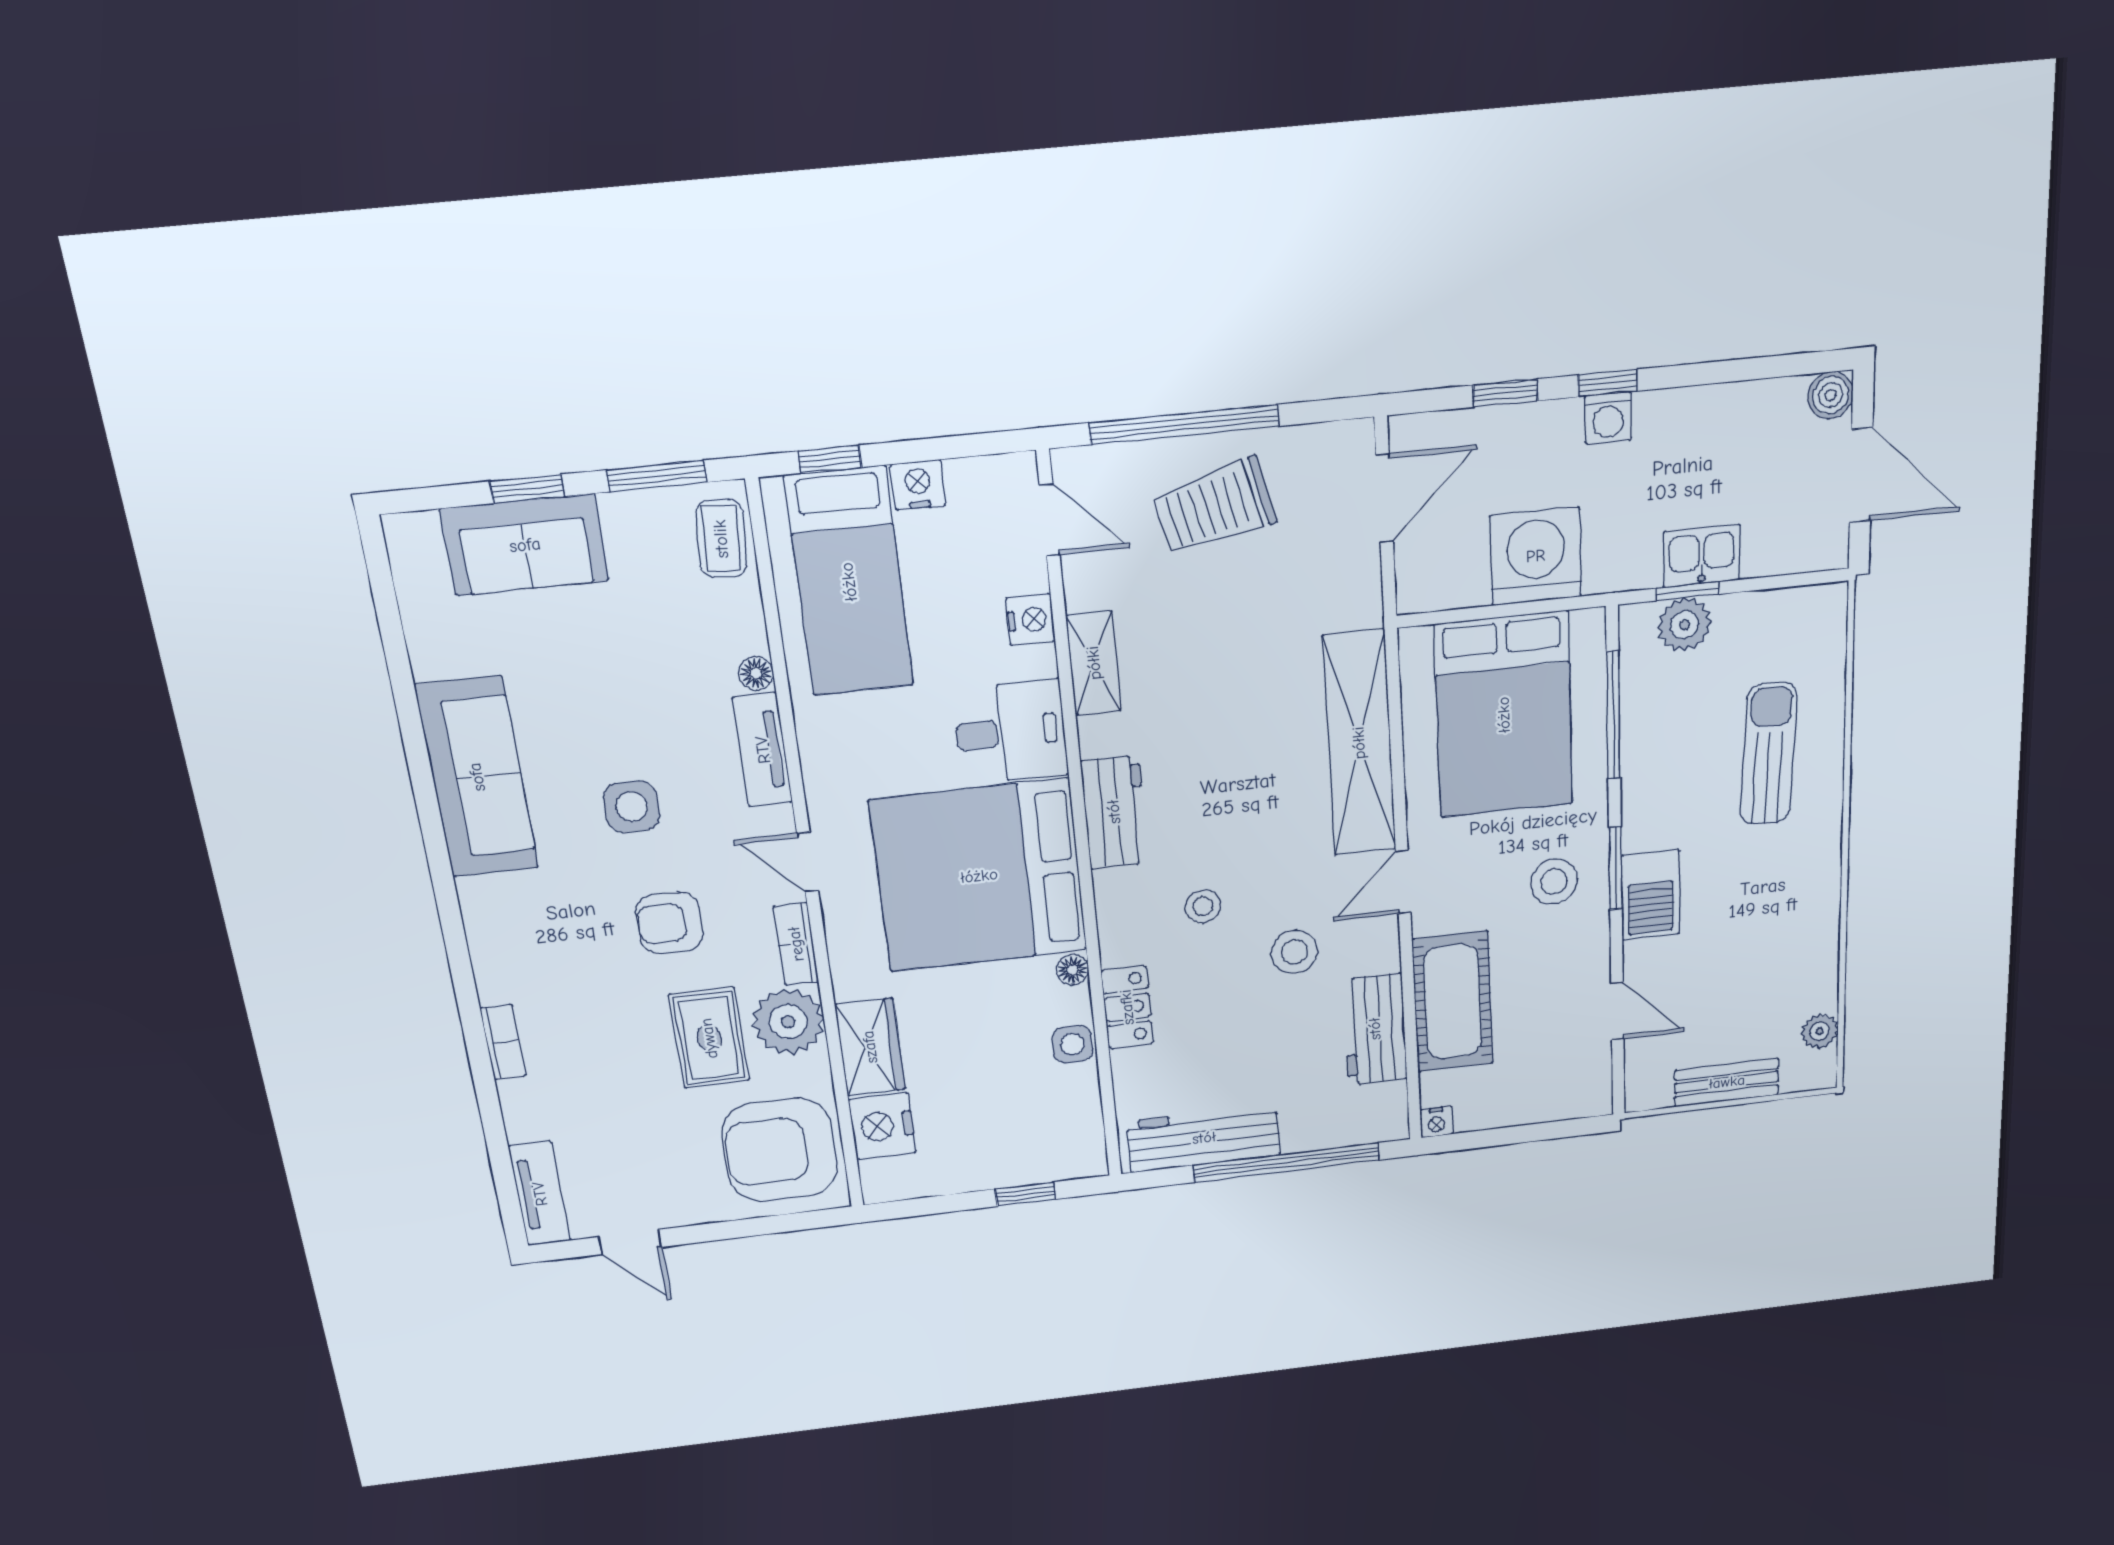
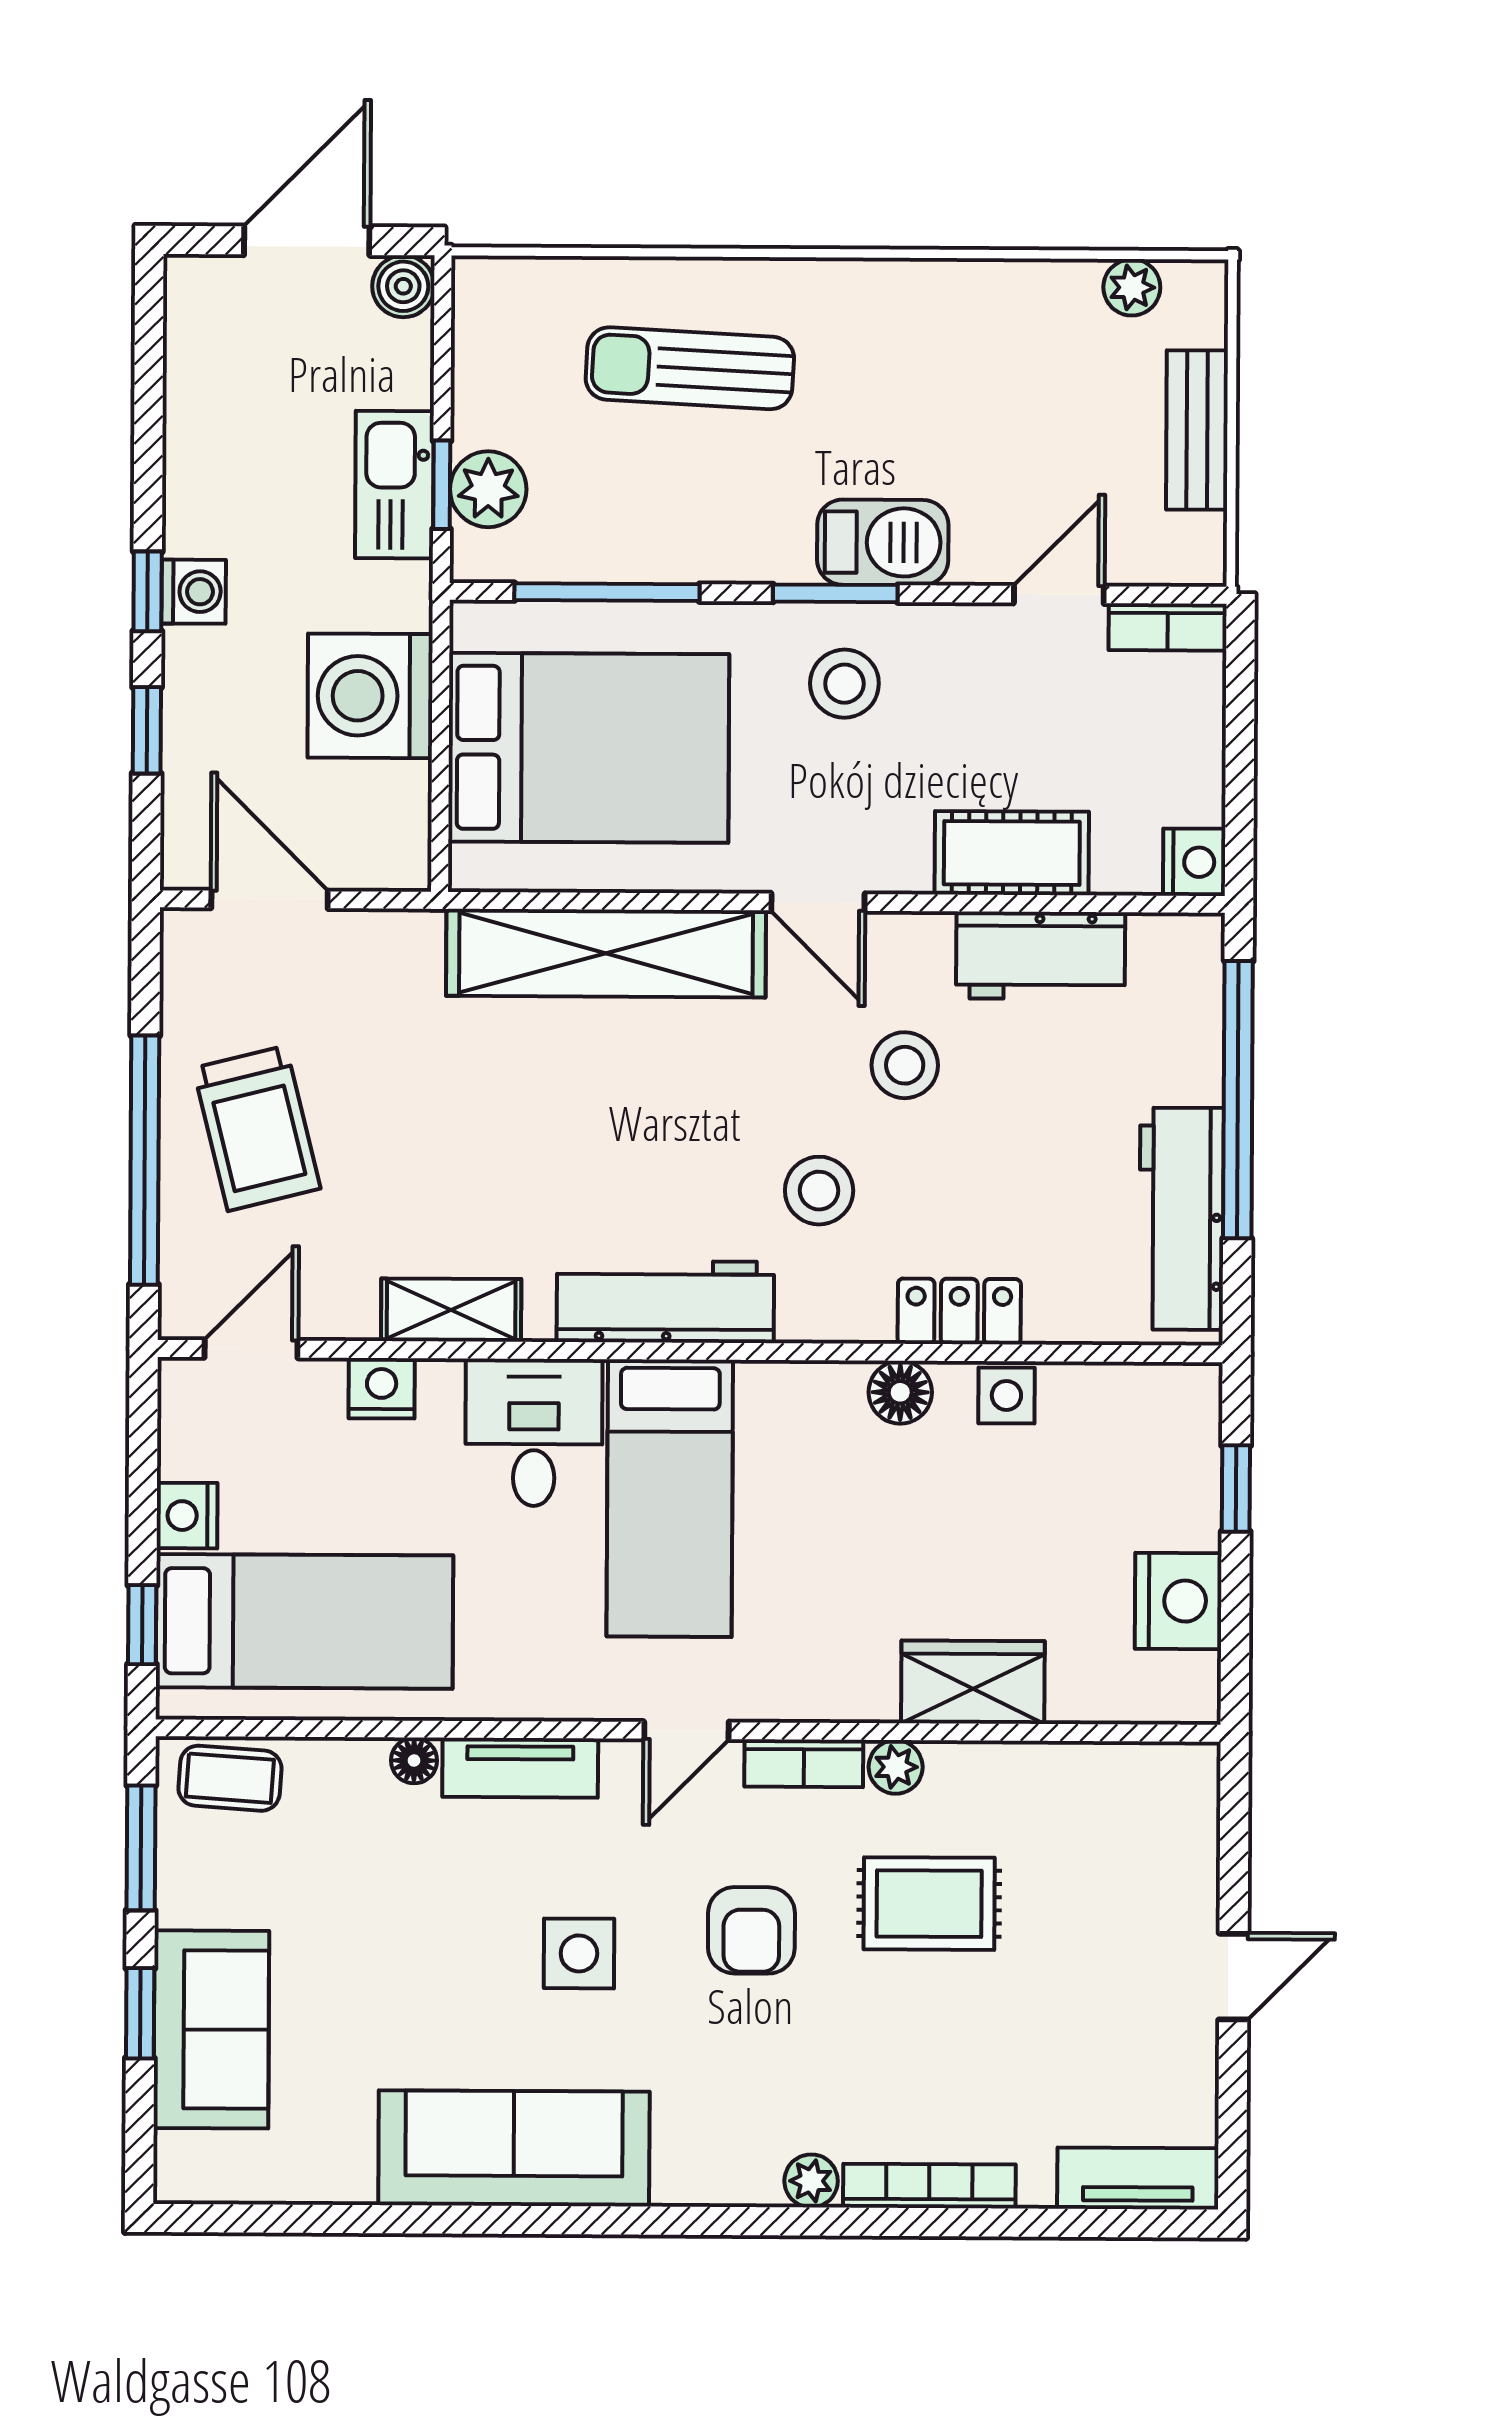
boiler: (1831, 395) -> (403, 286), moved
kitchen sink: (1701, 556) -> (394, 485), width x1.38
workbench: (1114, 812) -> (665, 1302), width x1.38
bed: (979, 876) -> (670, 1498), width x0.49
stool: (1203, 906) -> (819, 1191), width x1.37, depth x1.37
floor lamp: (1072, 970) -> (900, 1392), width x1.37, depth x1.37
plant: (495, 984) -> (811, 2181), added
cot: (1453, 1002) -> (1012, 853), width x0.73, depth x0.75
plant: (788, 1022) -> (896, 1767), width x0.53, depth x0.53
bookcase: (503, 1042) -> (929, 2186), width x1.56
bookcase: (1597, 1081) -> (1168, 627), added
nightstand: (1437, 1122) -> (1194, 862), width x1.39, depth x1.35
nightstand: (882, 1126) -> (1178, 1601), moved, turned -90
armchair: (780, 1150) -> (1116, 1832), removed
door: (630, 1242) -> (1233, 1977), moved

